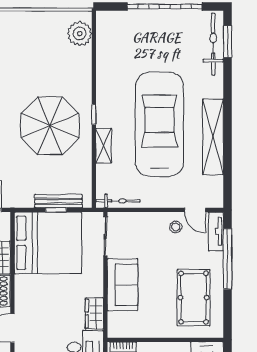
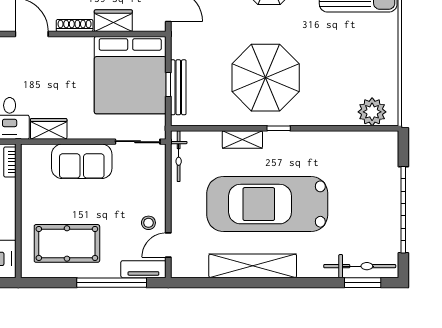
car: (159, 124) -> (267, 204), turned 180

